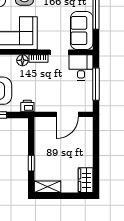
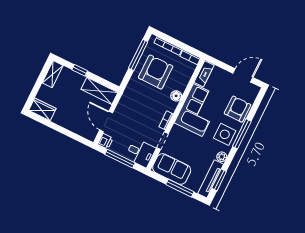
floor lamp: (22, 60) -> (176, 96), moved
printer: (27, 106) -> (105, 141), moved
shelving: (42, 135) -> (99, 91), added

